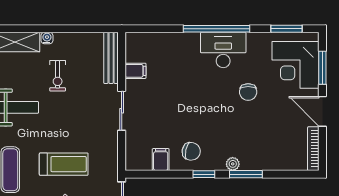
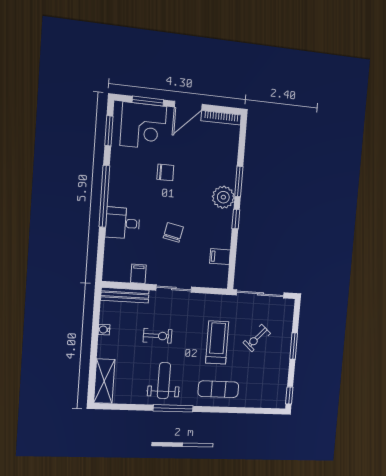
water cooler: (47, 38) -> (104, 330), moved
desk: (223, 50) -> (123, 223), moved, width x0.73
exercise bike: (58, 76) -> (158, 336), moved
chair: (191, 151) -> (173, 232), moved
plant: (233, 164) -> (223, 197), width x1.88, depth x1.88

